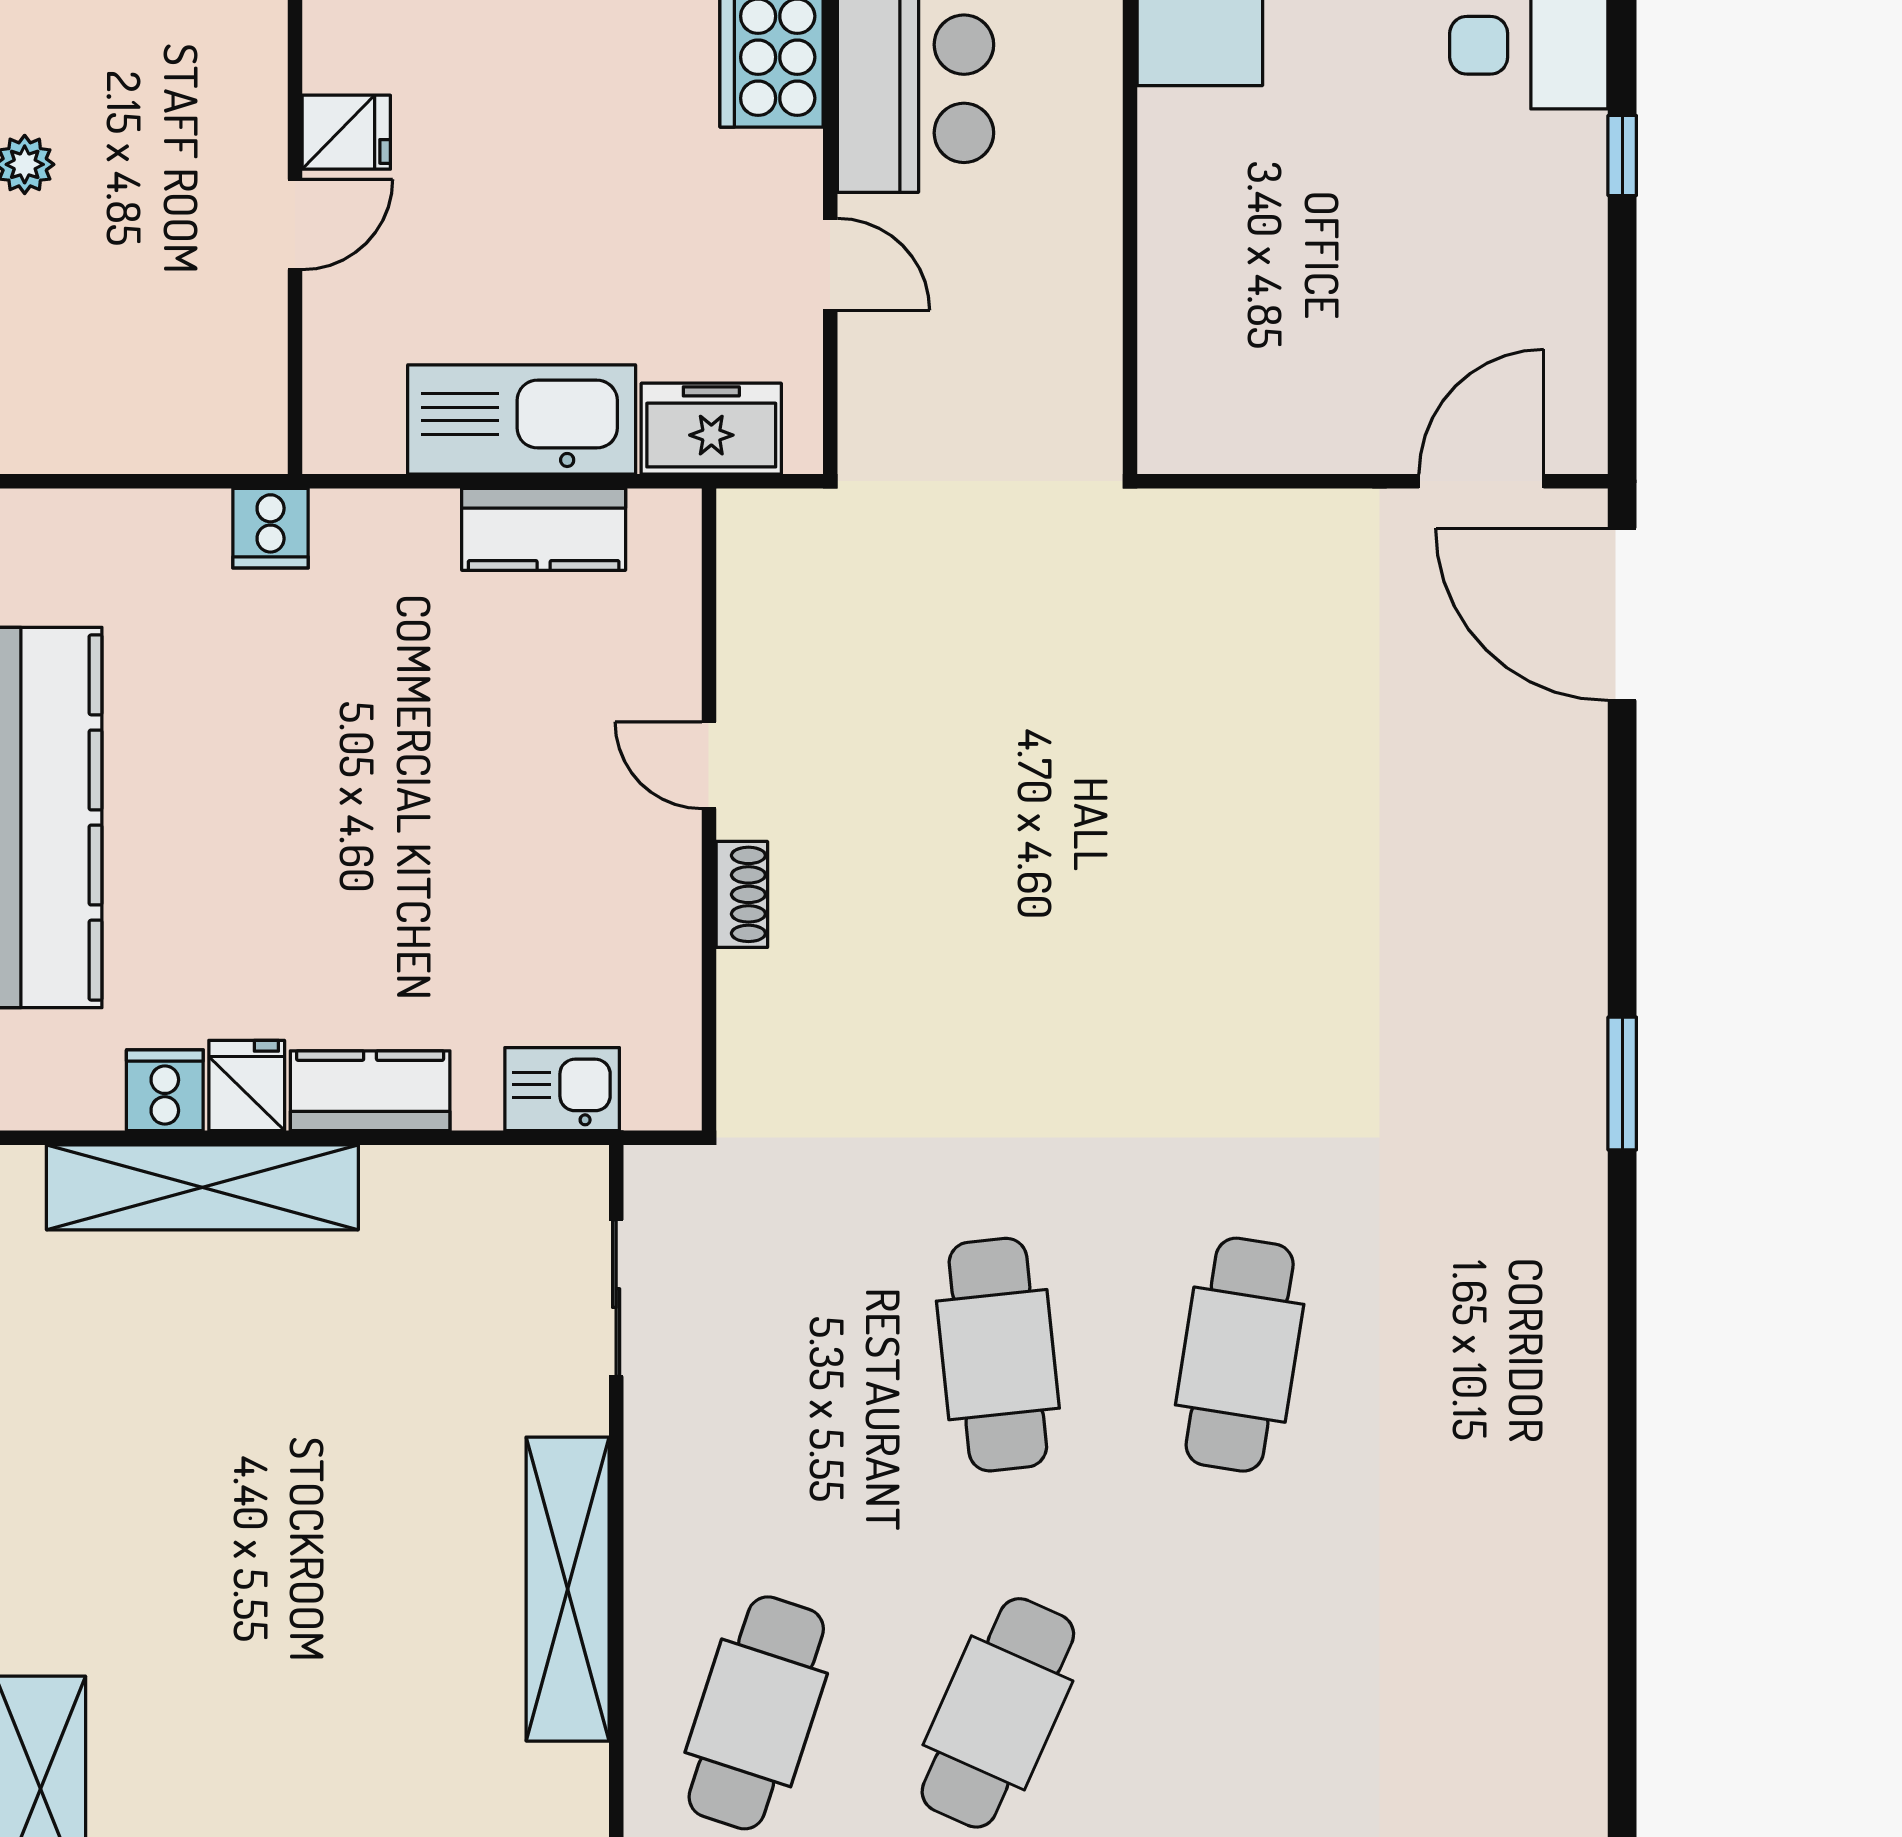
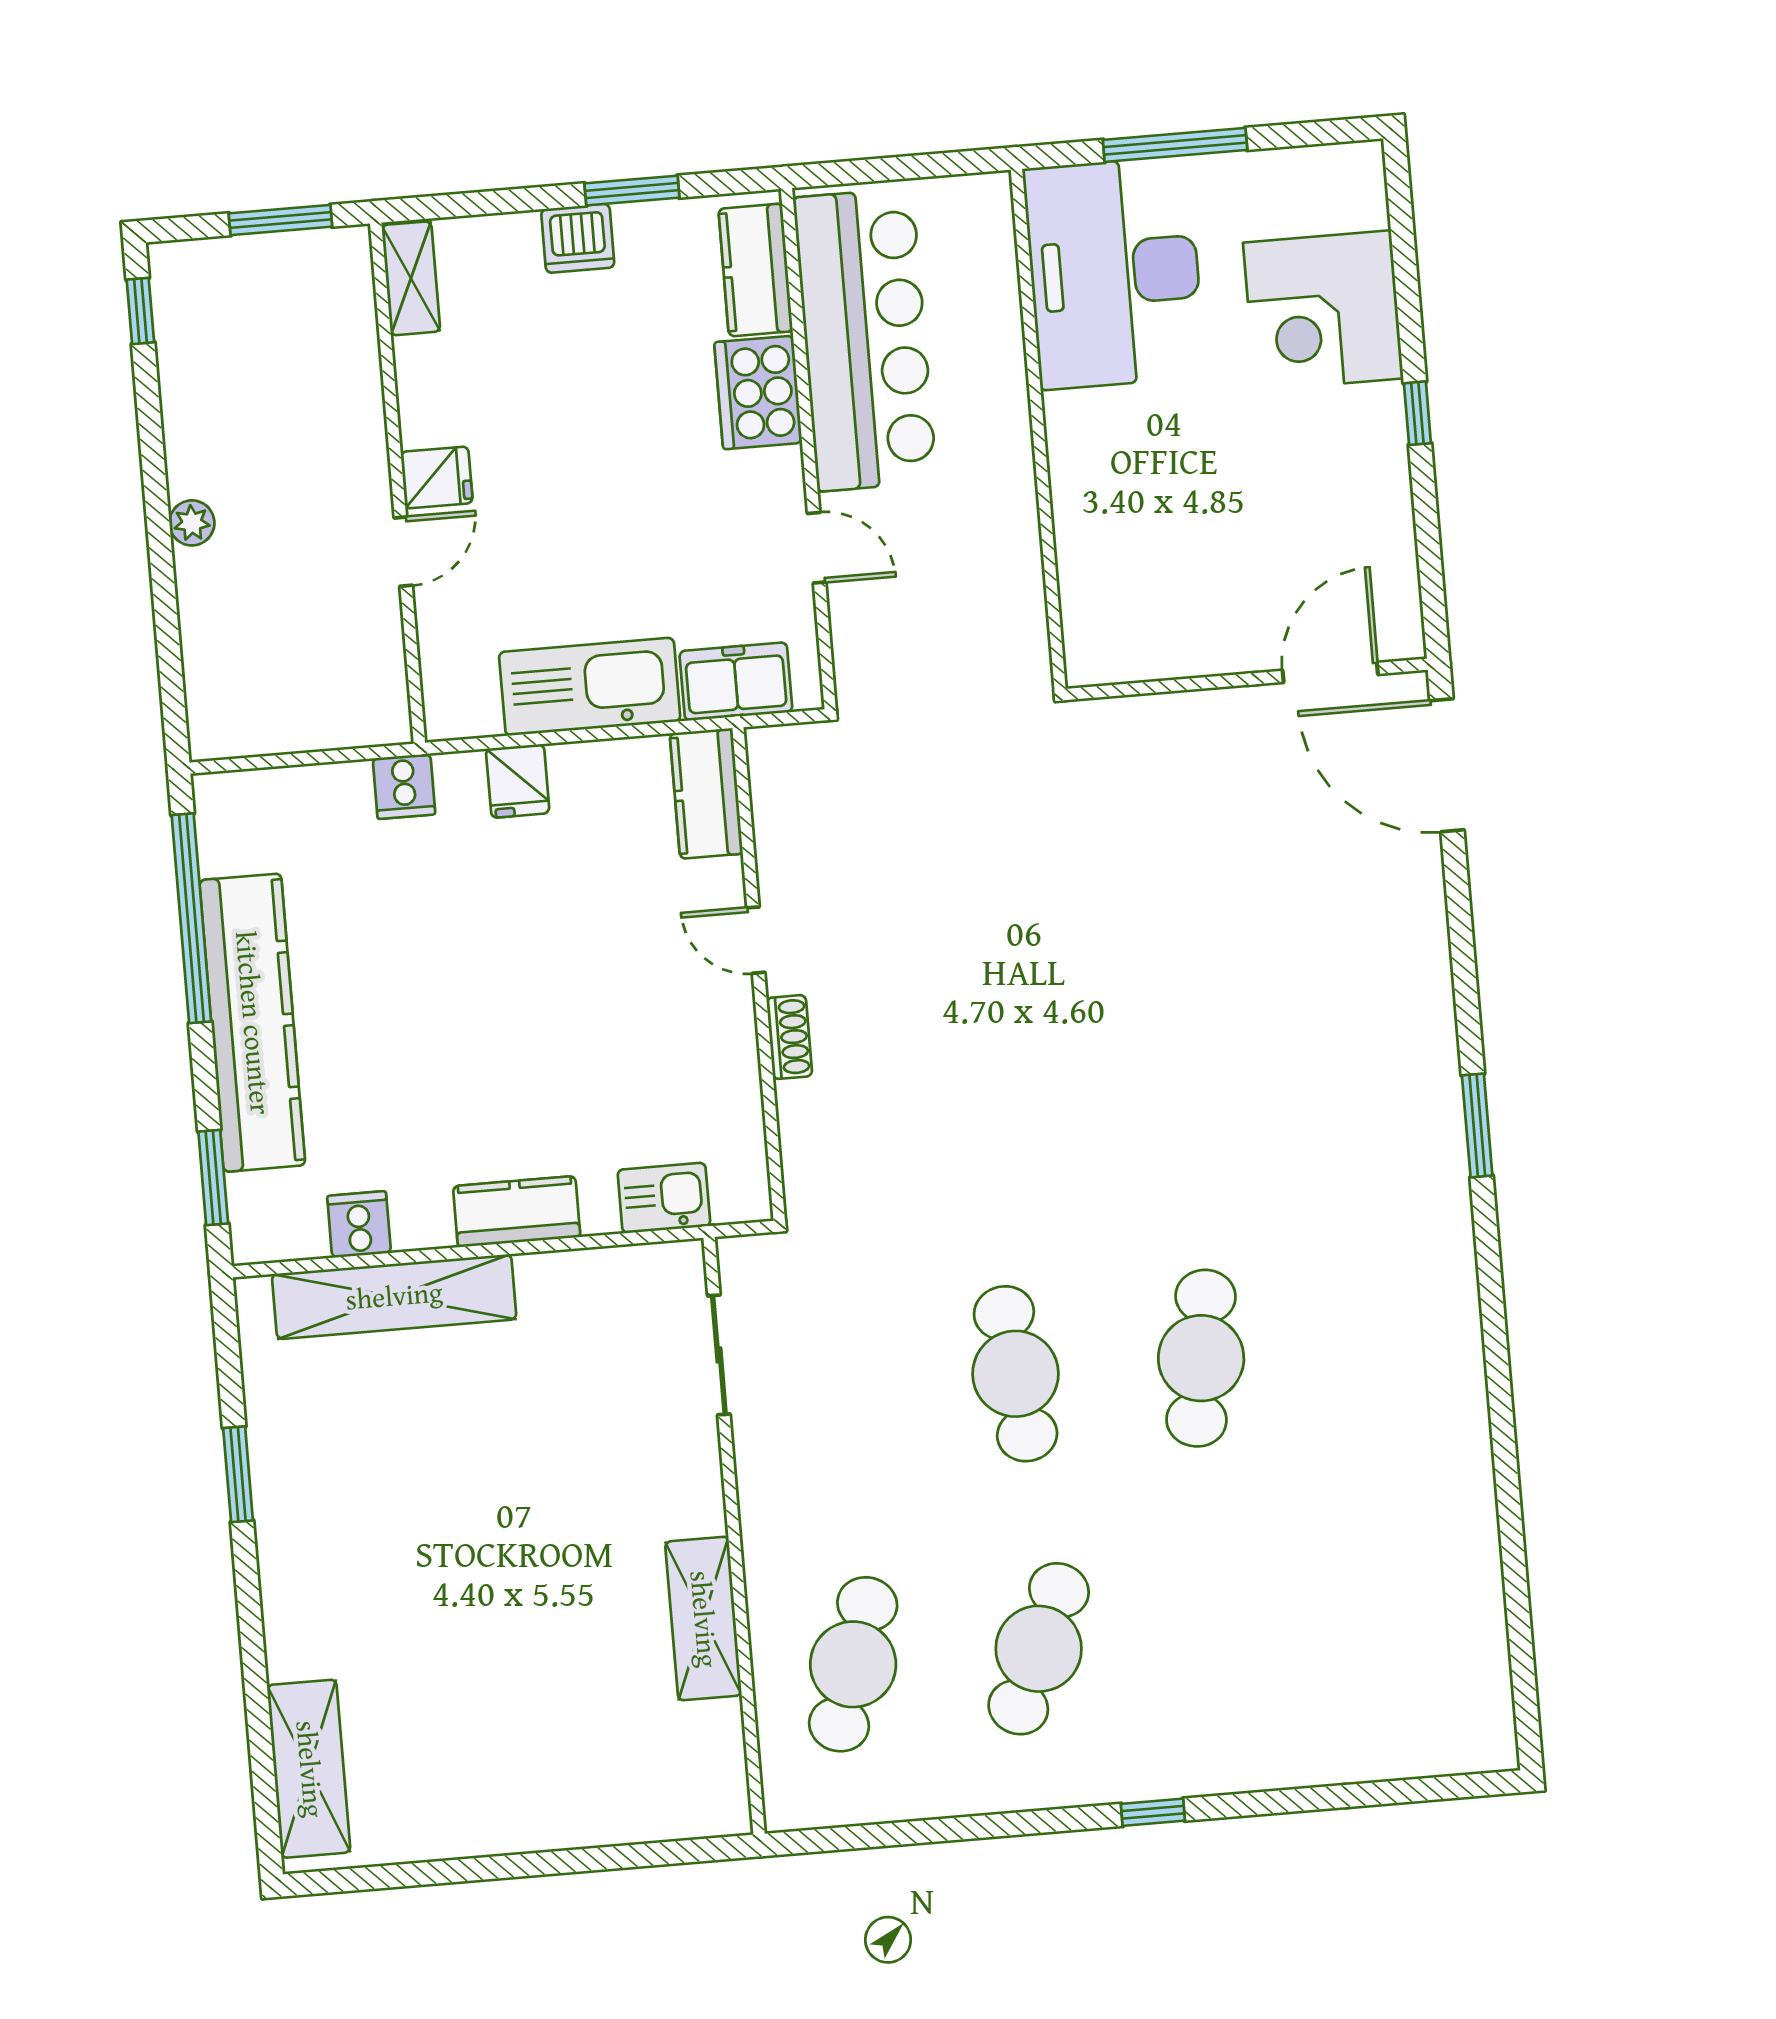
kitchen counter: (544, 529) -> (706, 794), moved, turned 90
fridge: (247, 1085) -> (518, 781), moved, turned 180
shelving: (568, 1589) -> (703, 1619), width x0.68

